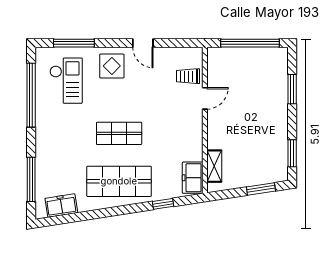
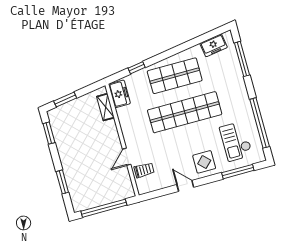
shop shelf: (119, 133) -> (185, 112), width x2.00, depth x1.36

